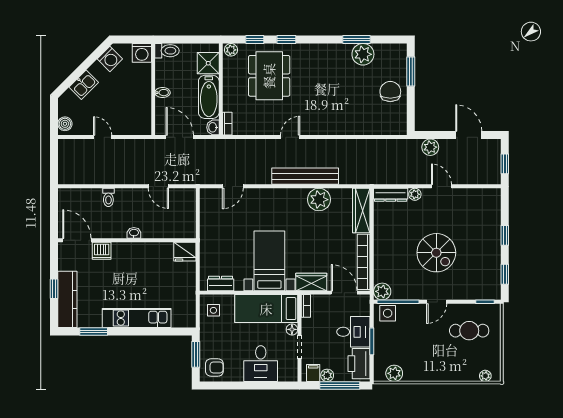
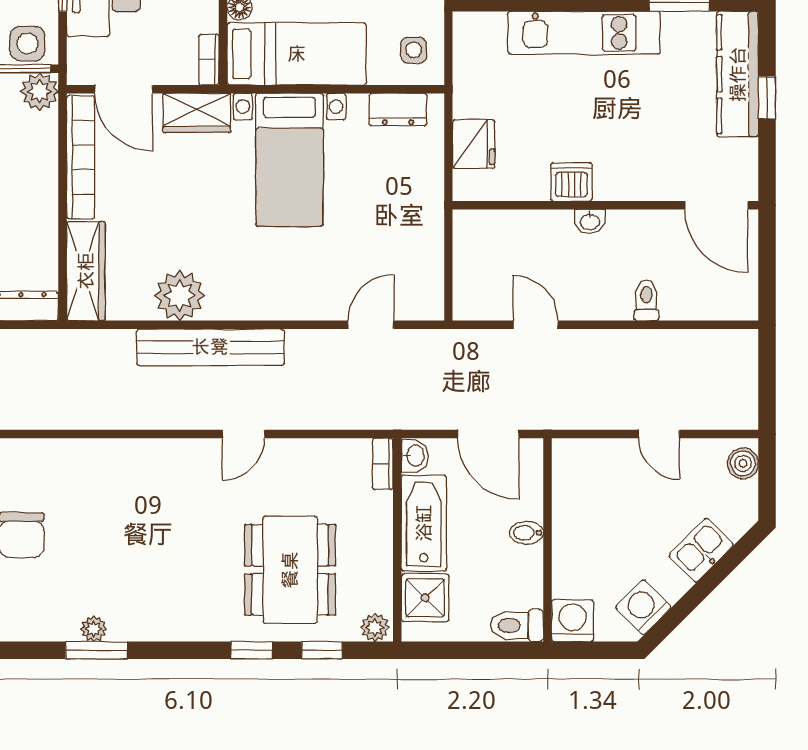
plant: (363, 54) -> (94, 629), width x0.53, depth x0.53
dishwasher: (102, 251) -> (571, 182), moved
fridge: (185, 252) -> (474, 144), moved, turned 90

